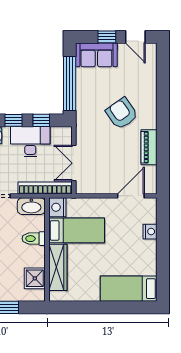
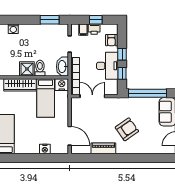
shower: (35, 278) -> (27, 69), moved

